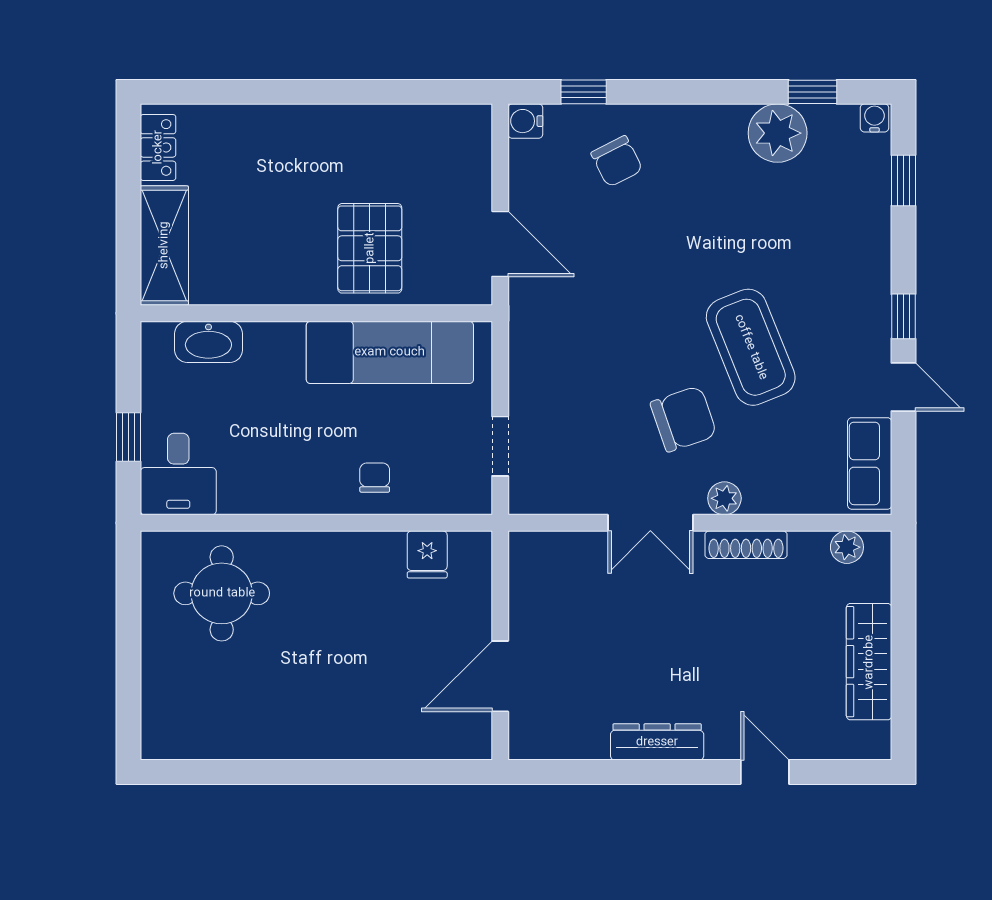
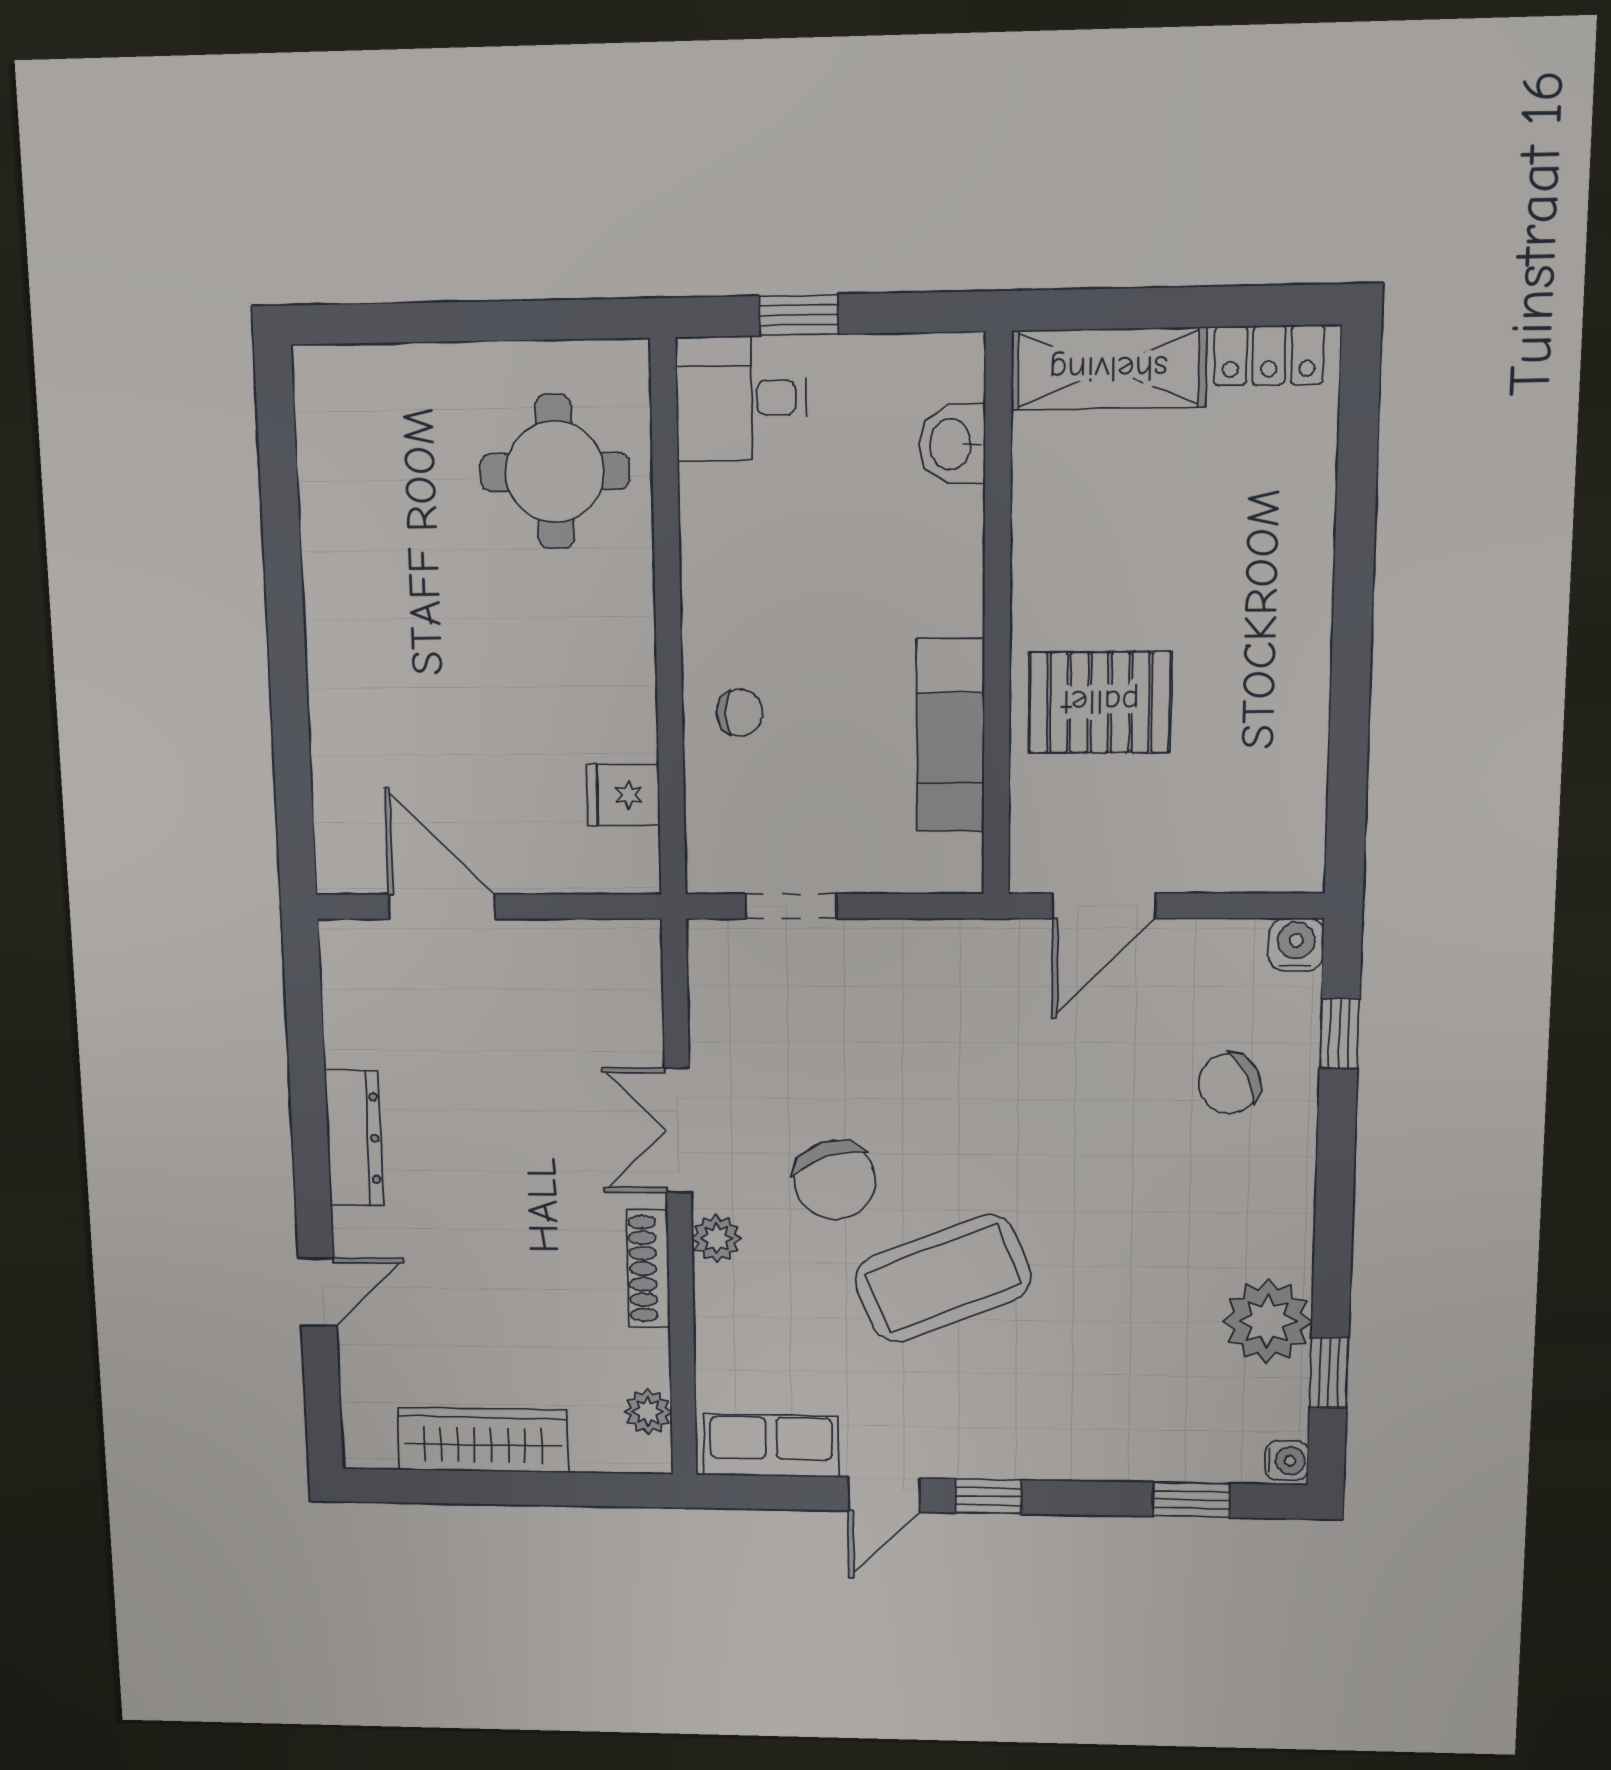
washbasin: (208, 342) -> (952, 444), width x0.72
exam couch: (390, 352) -> (951, 735), width x0.73, depth x0.69

